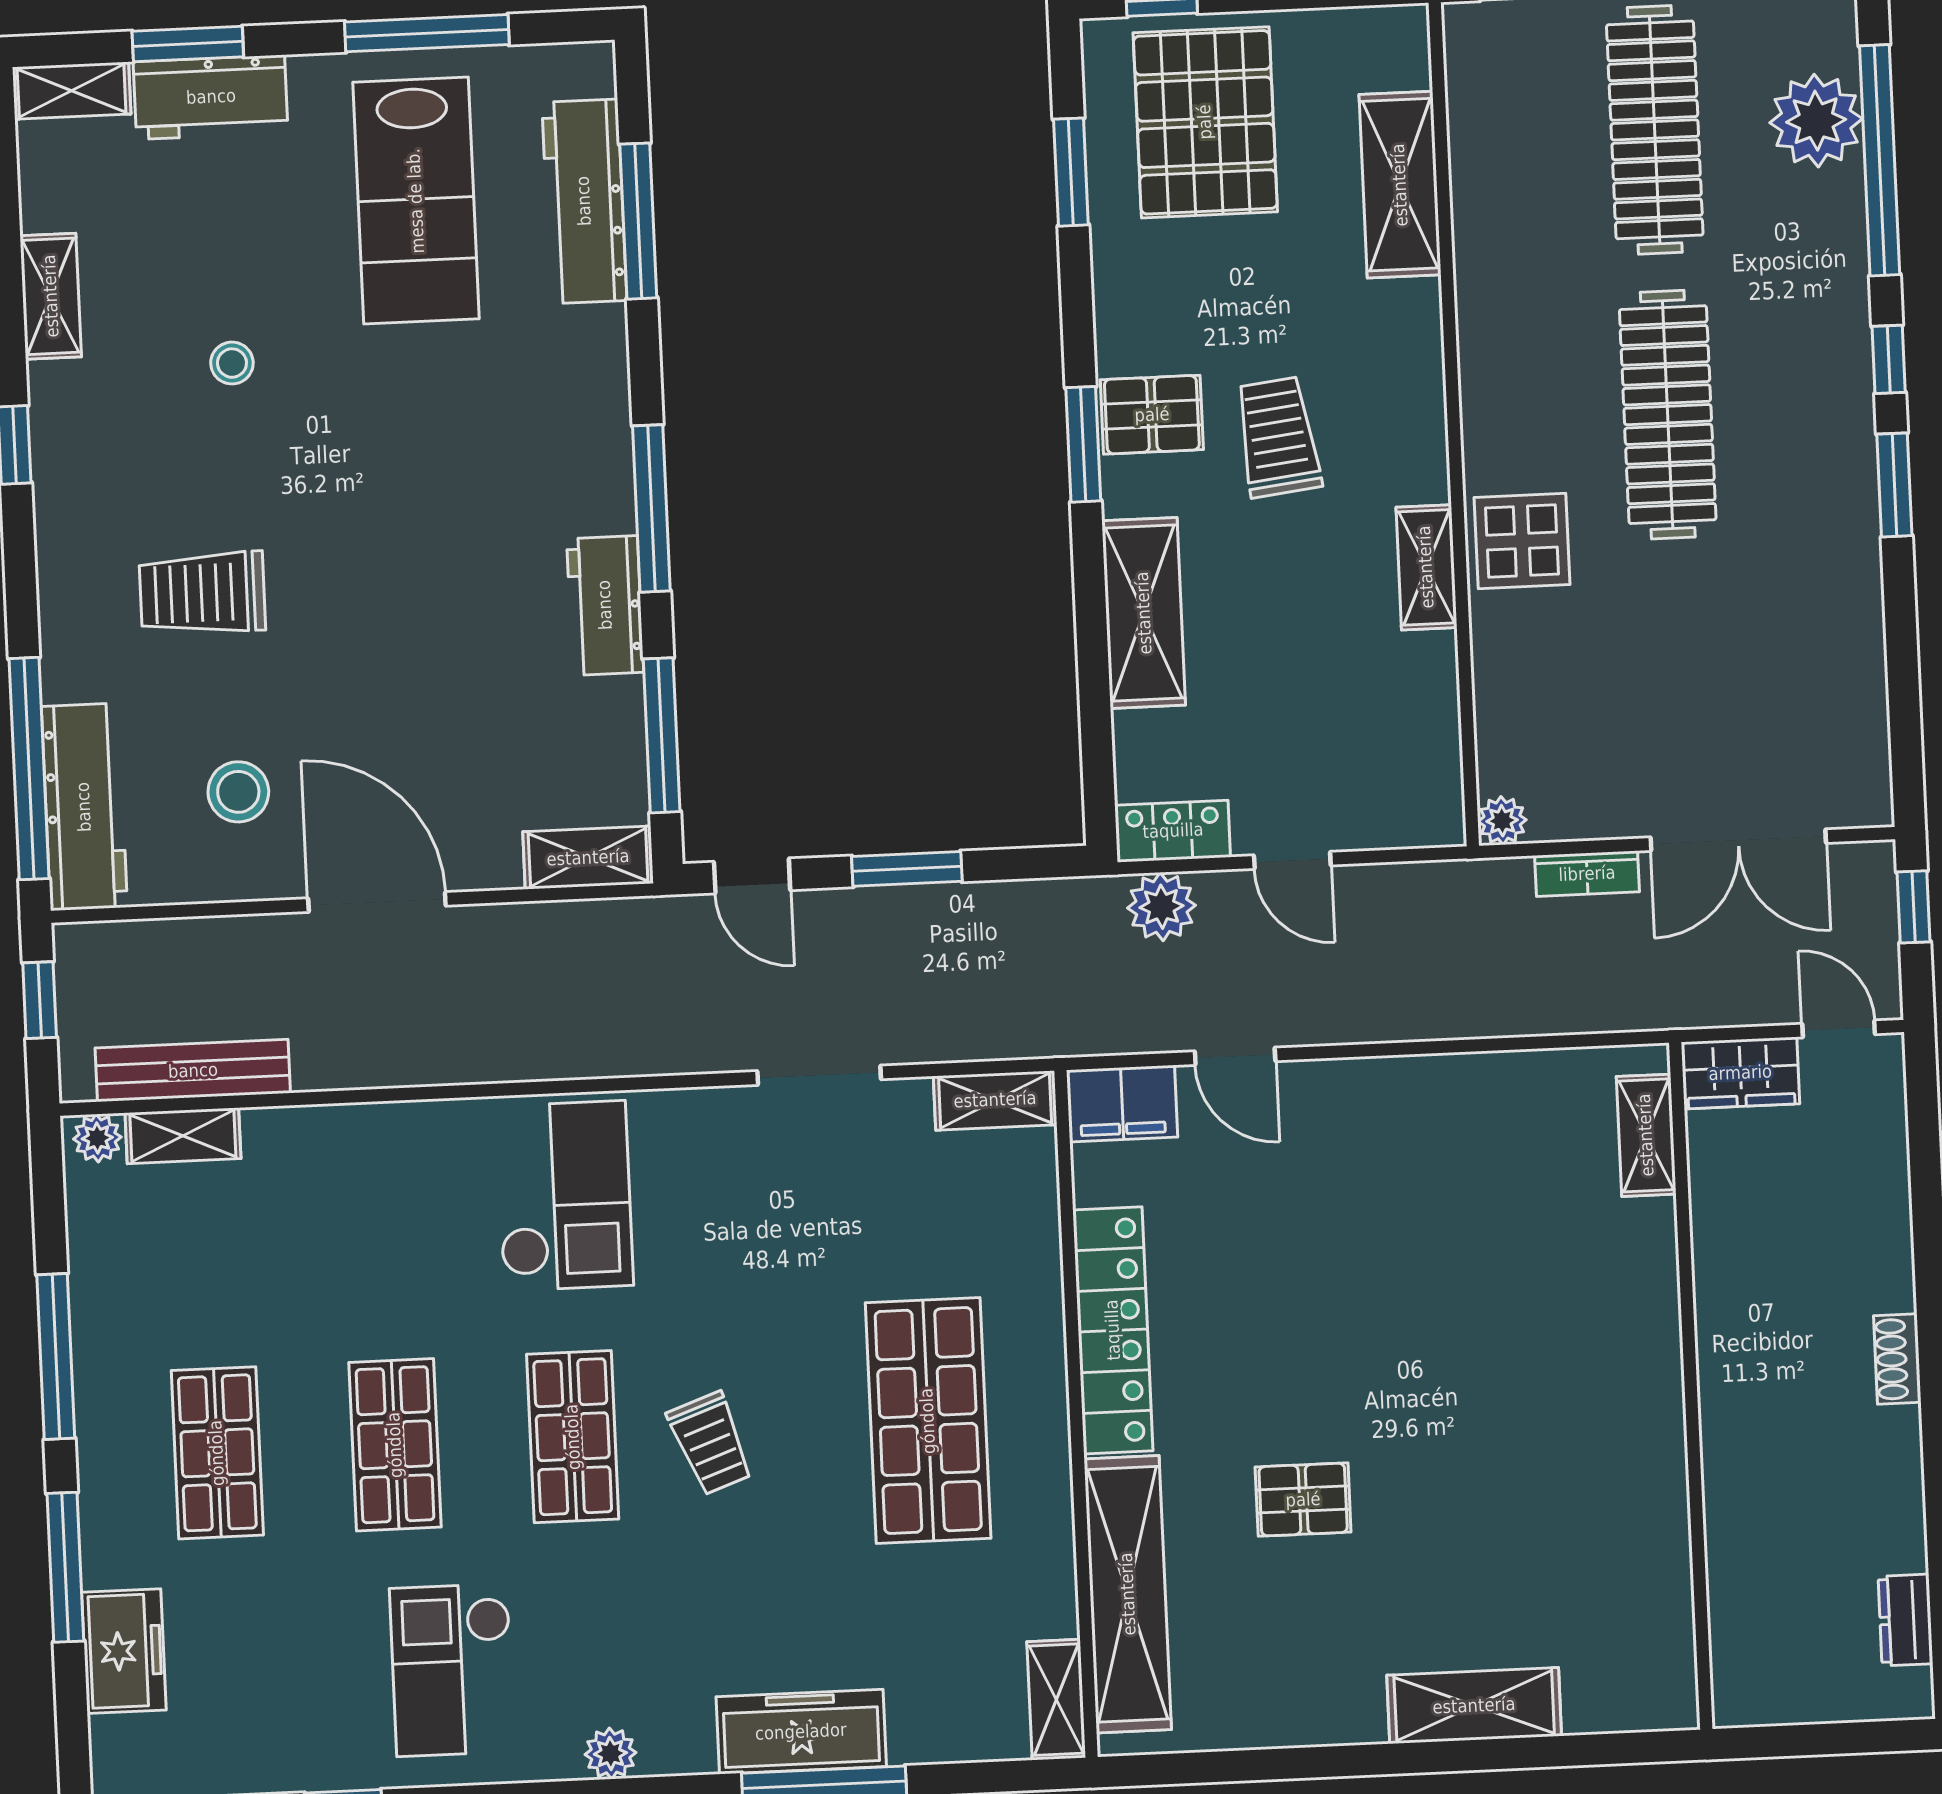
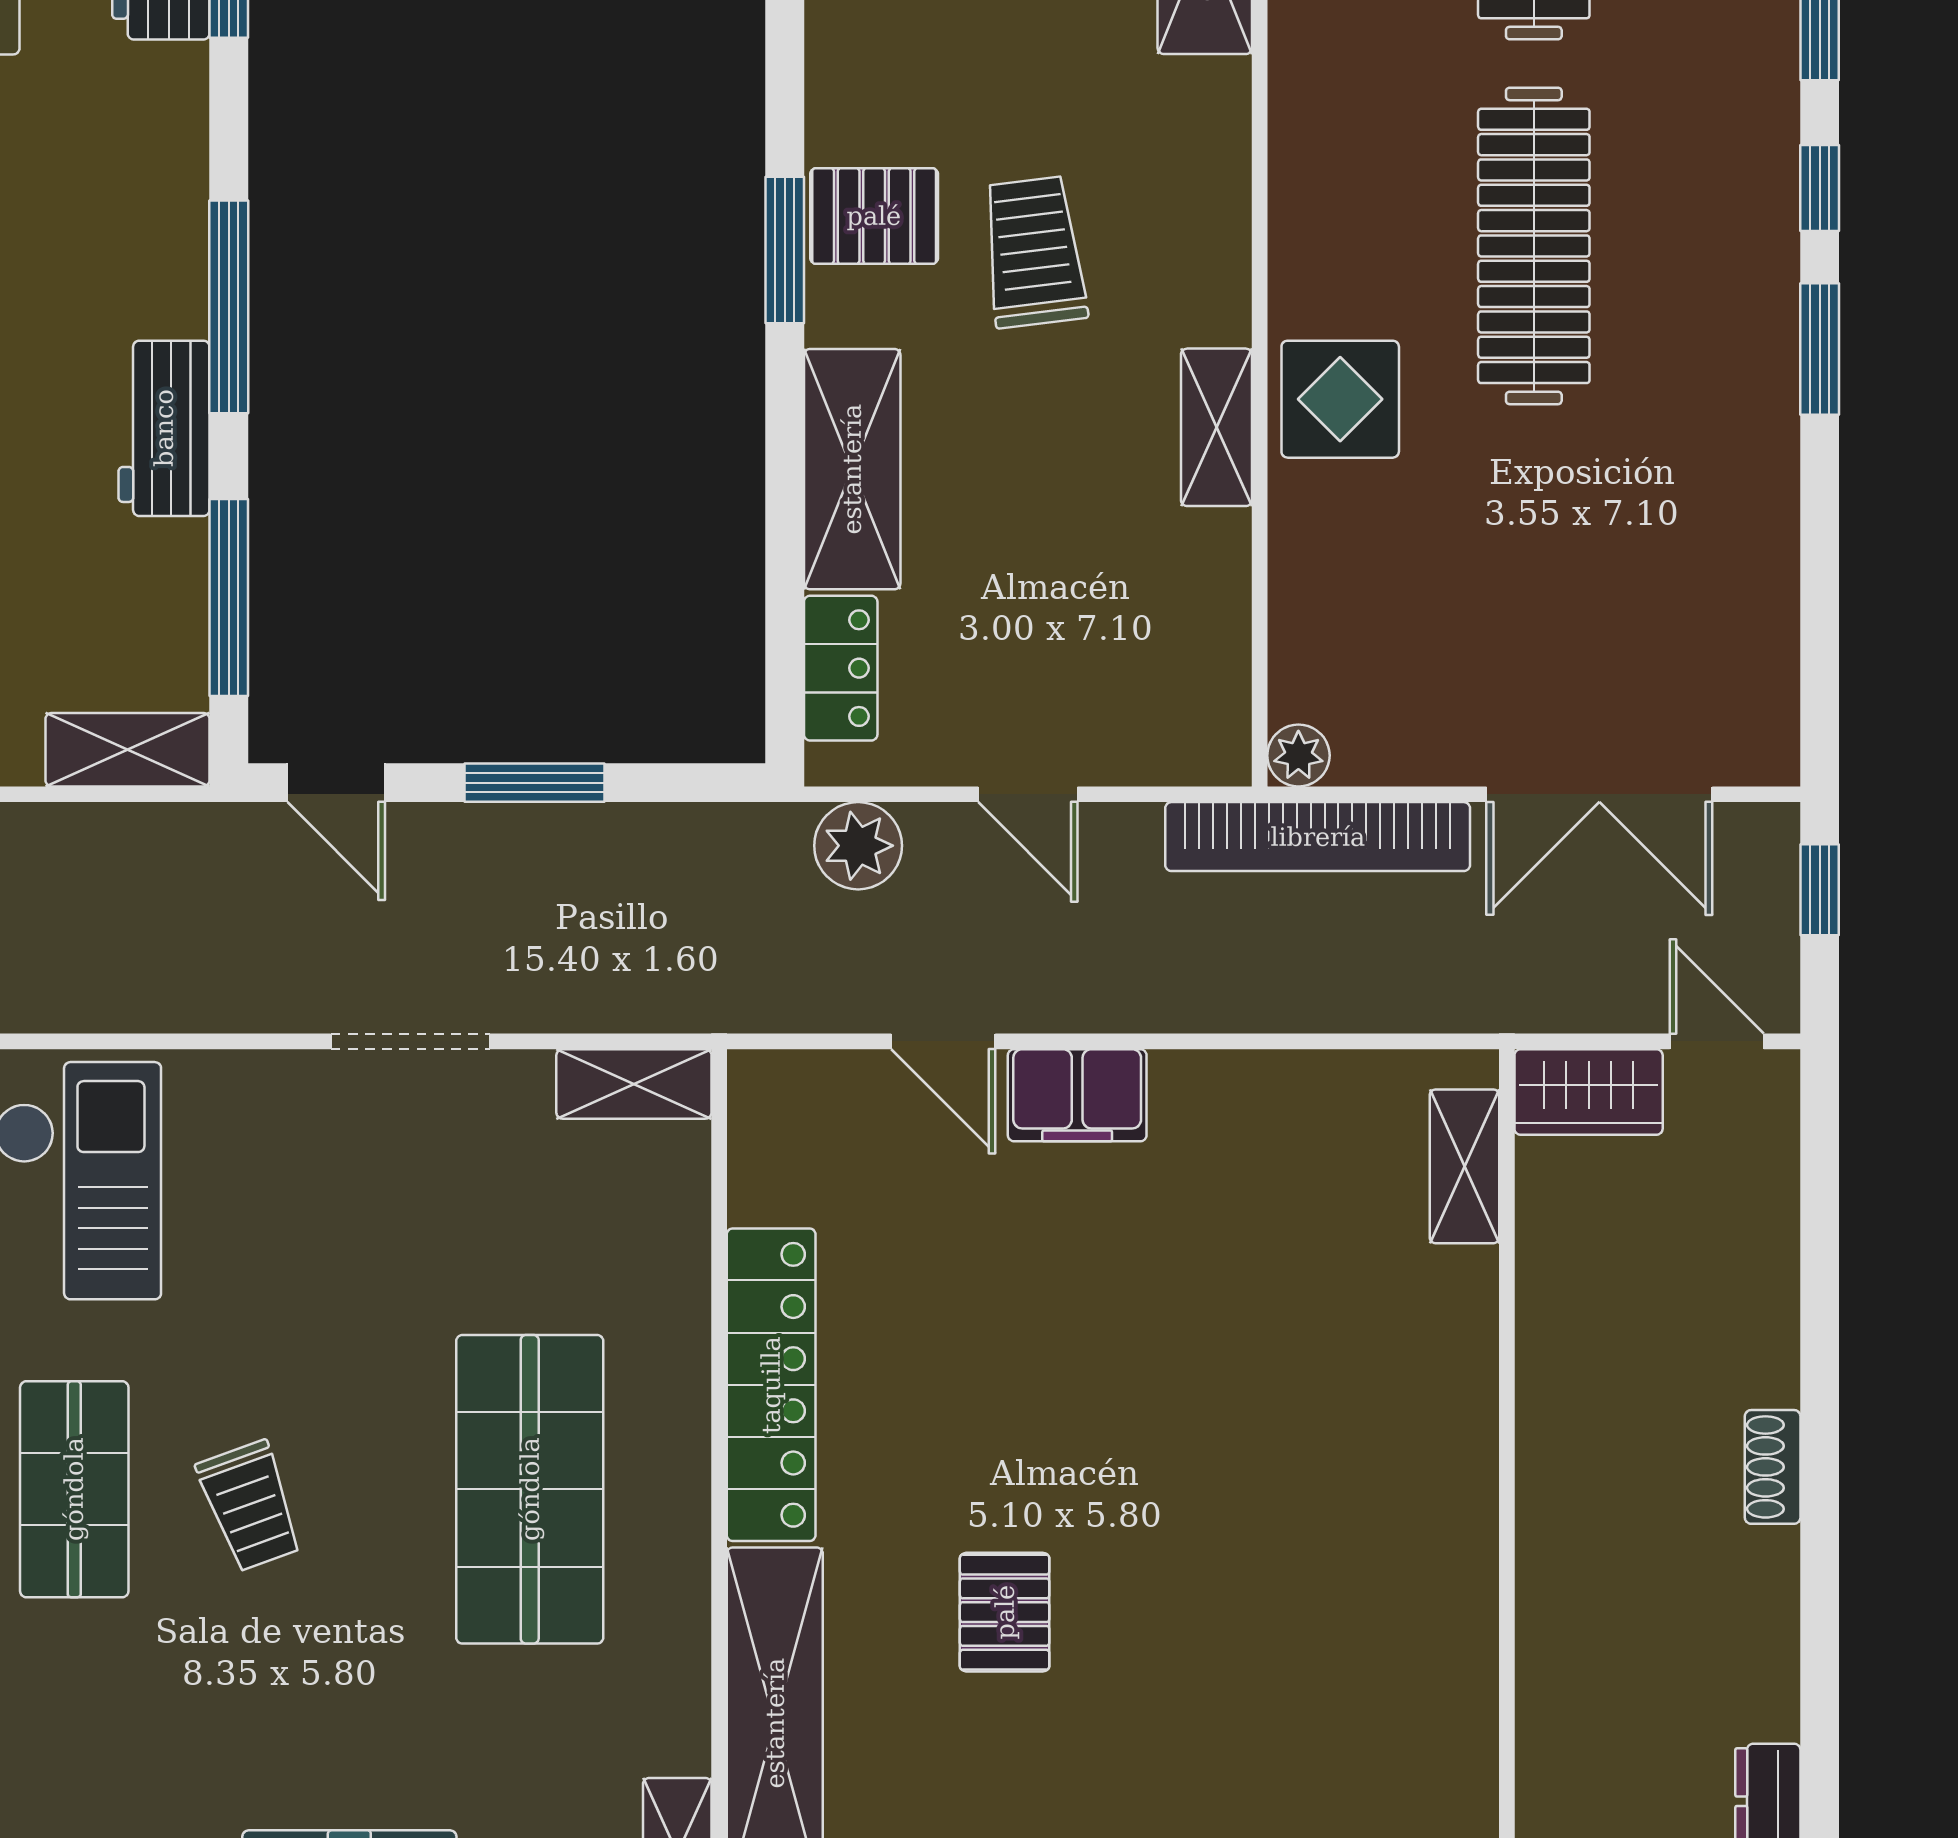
locker: (1173, 831) -> (841, 668), moved, turned 90
bookcase: (1587, 874) -> (1318, 837), width x2.31, depth x1.31
filing cabinet: (1122, 1104) -> (1077, 1095), moved
pallet: (1303, 1500) -> (1005, 1612), turned 90

